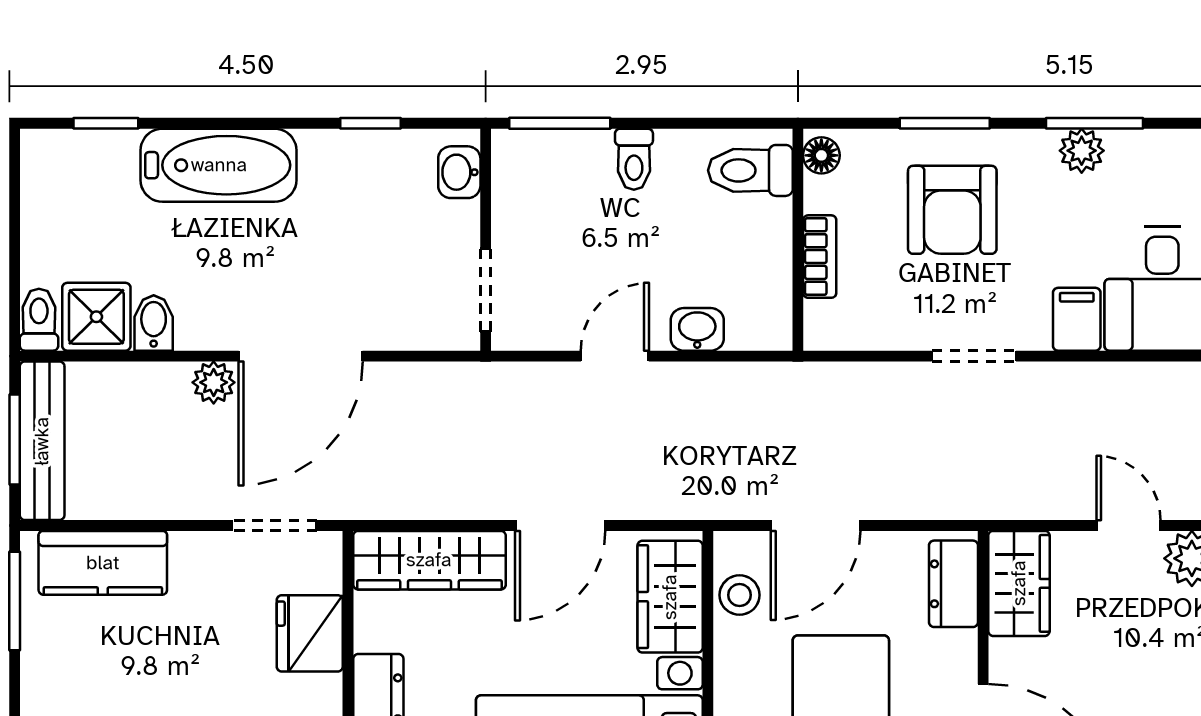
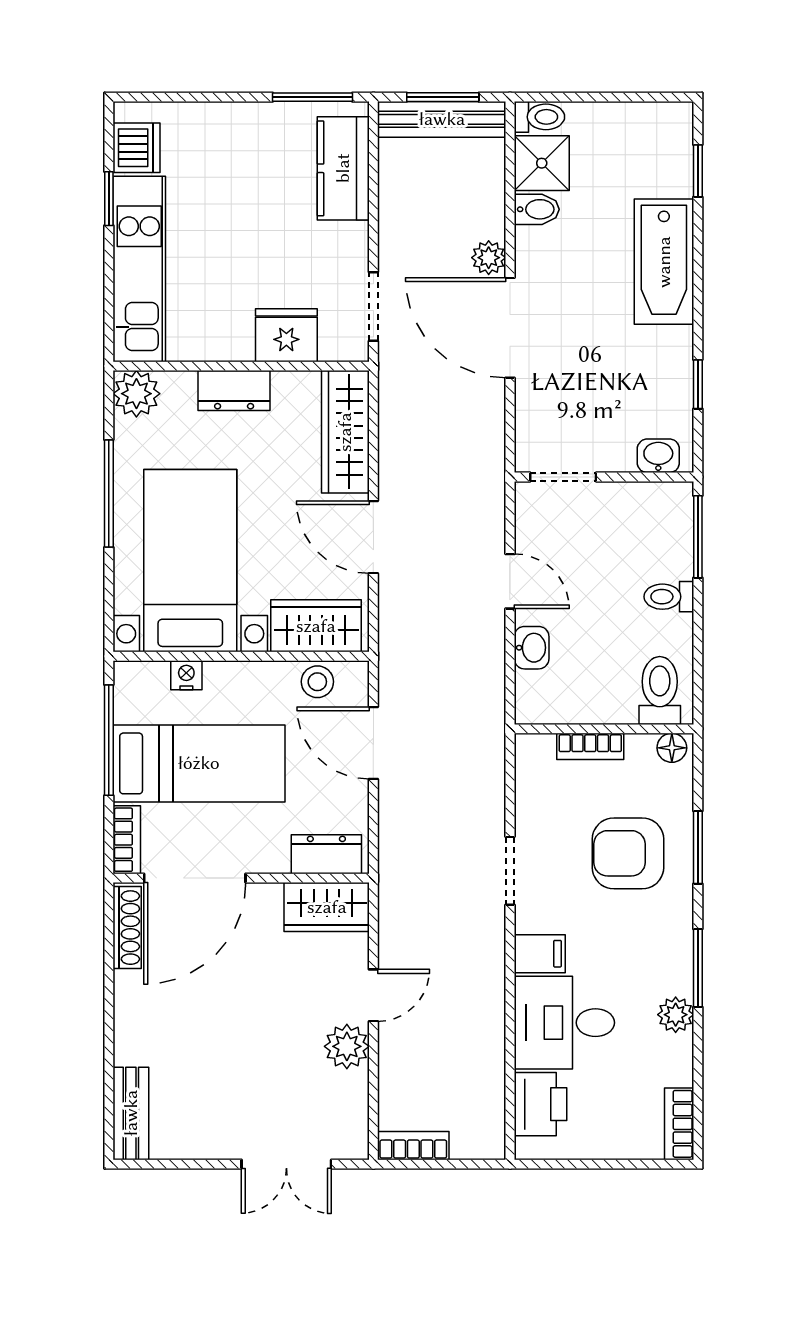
plant: (1082, 151) -> (676, 1015), moved

